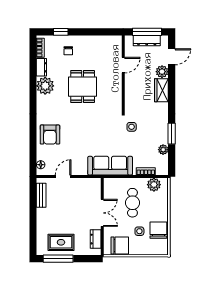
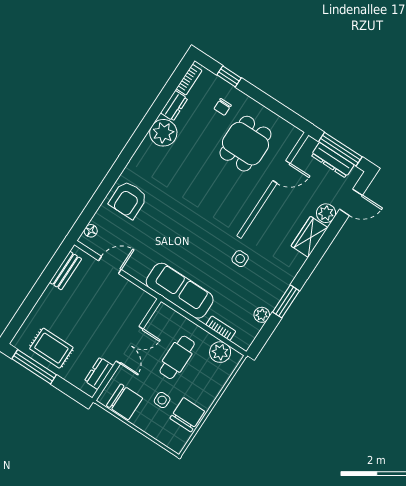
dining table: (83, 87) -> (245, 144), moved

